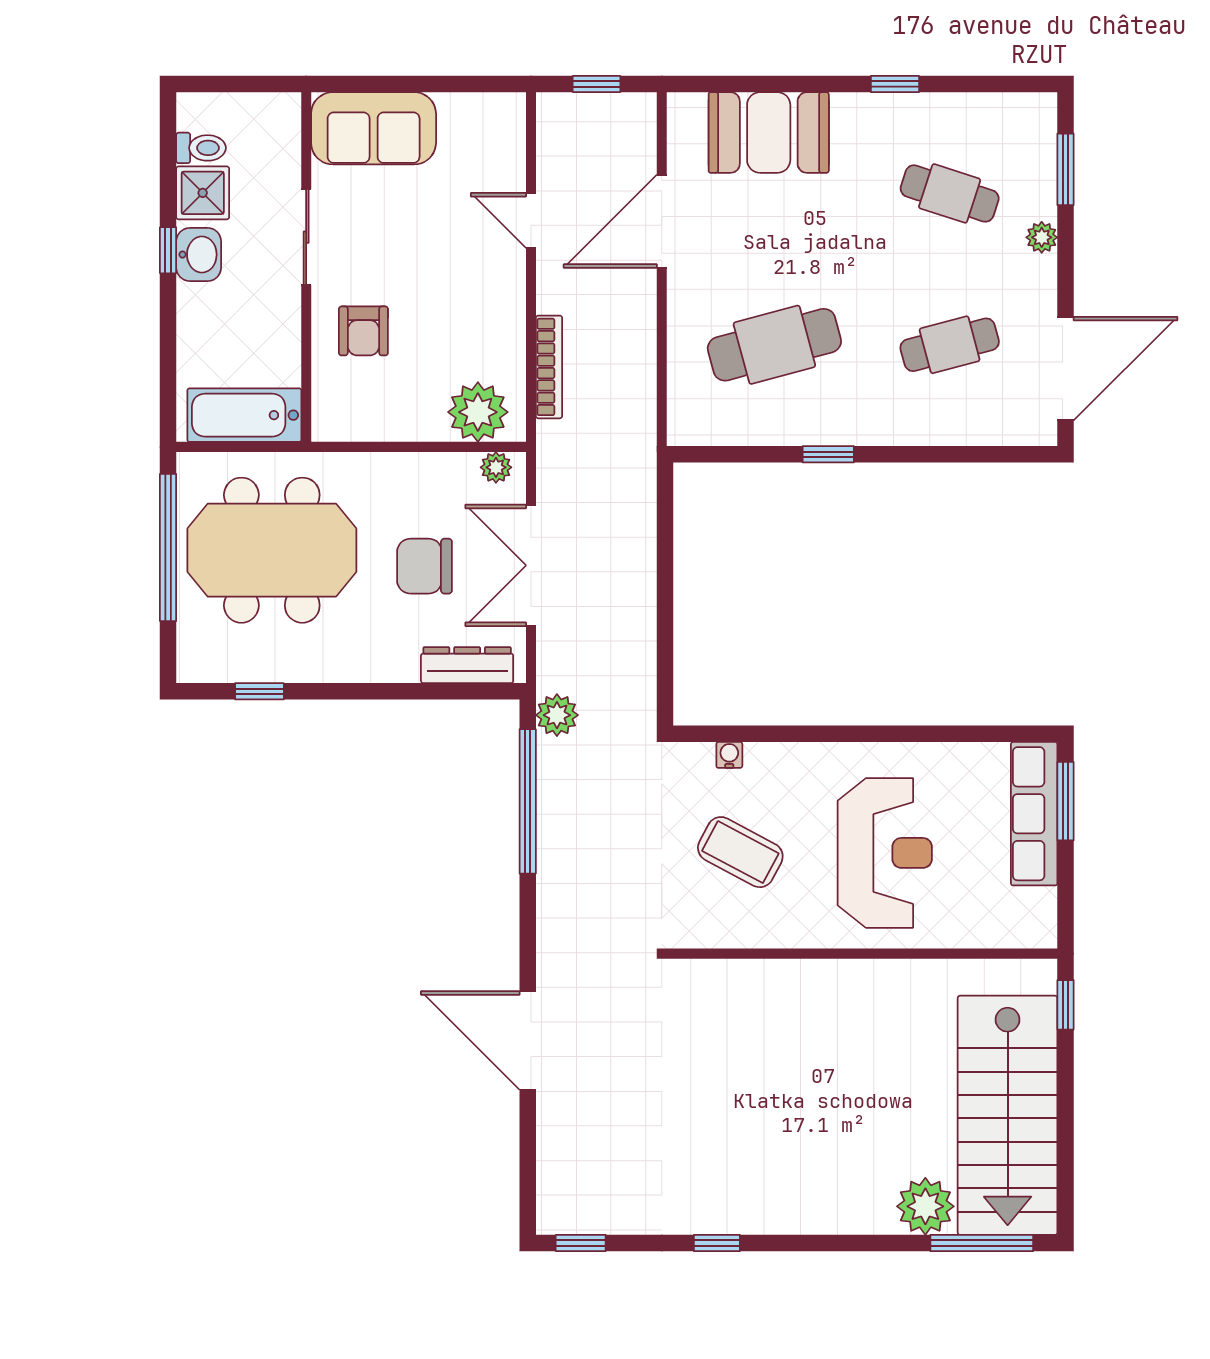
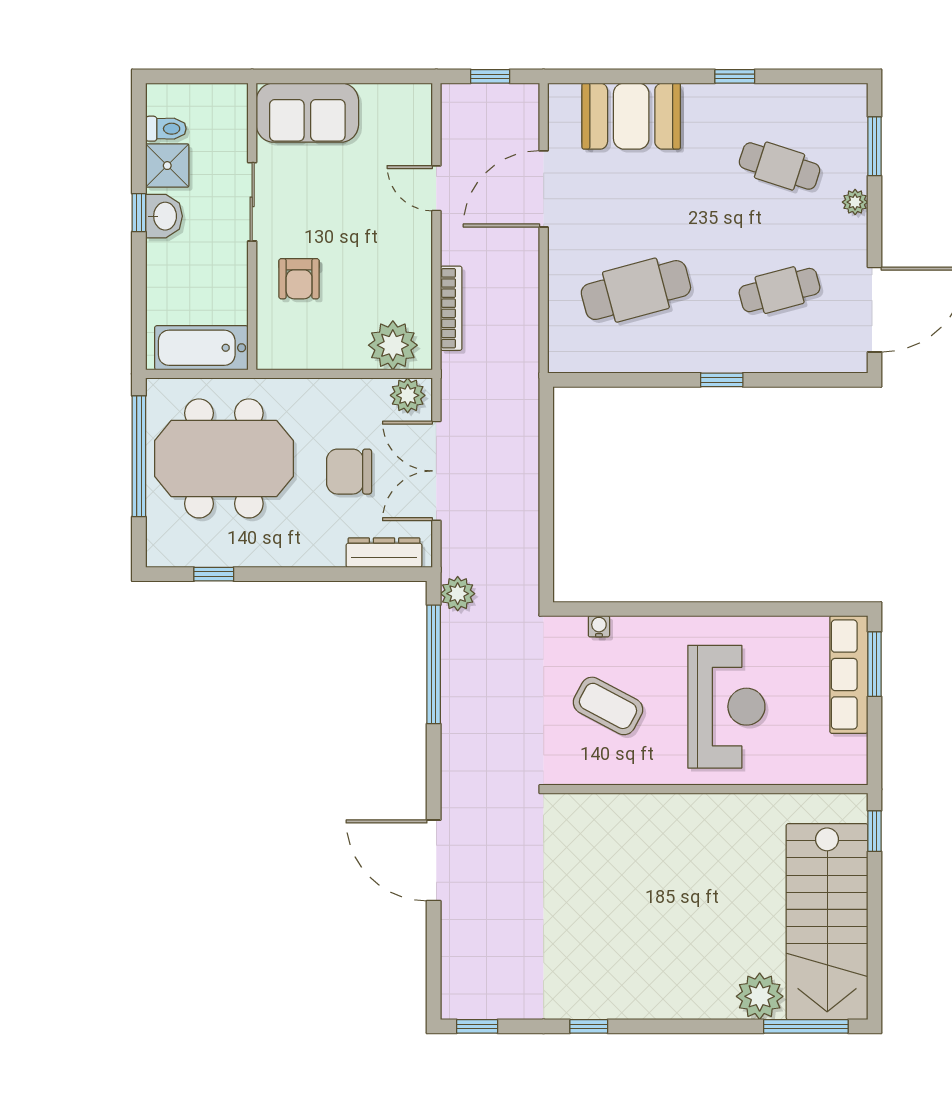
window: (828, 454) -> (722, 380), moved
plant: (496, 467) -> (408, 395), width x1.38, depth x1.38

